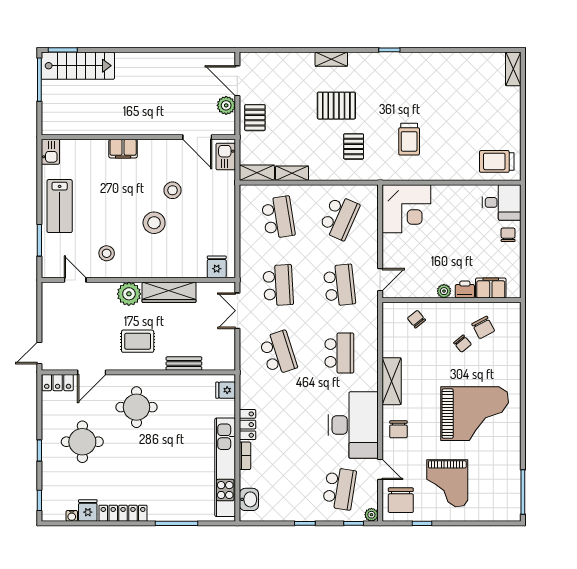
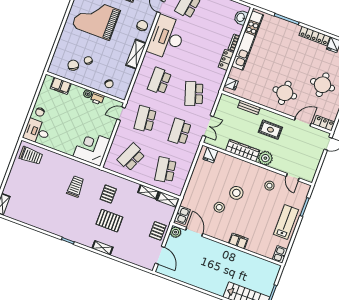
plant: (226, 105) -> (176, 232), moved
printer: (465, 290) -> (97, 98), moved

